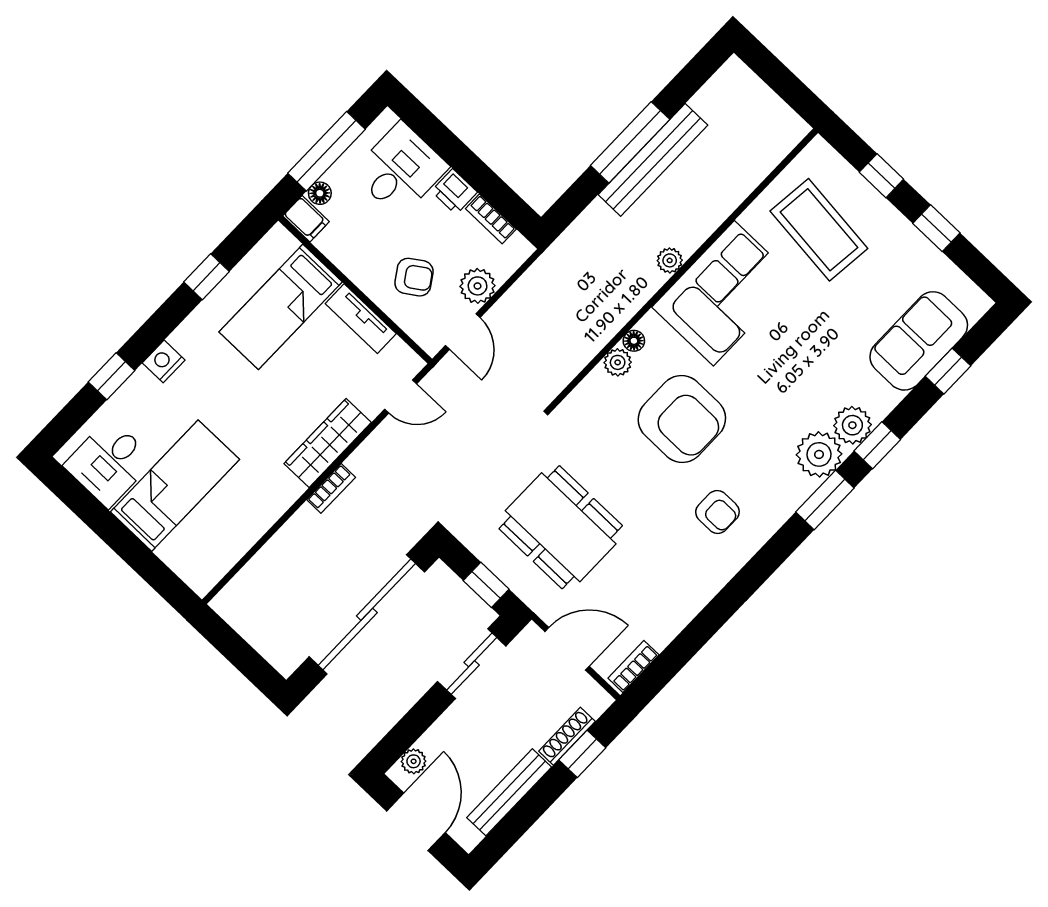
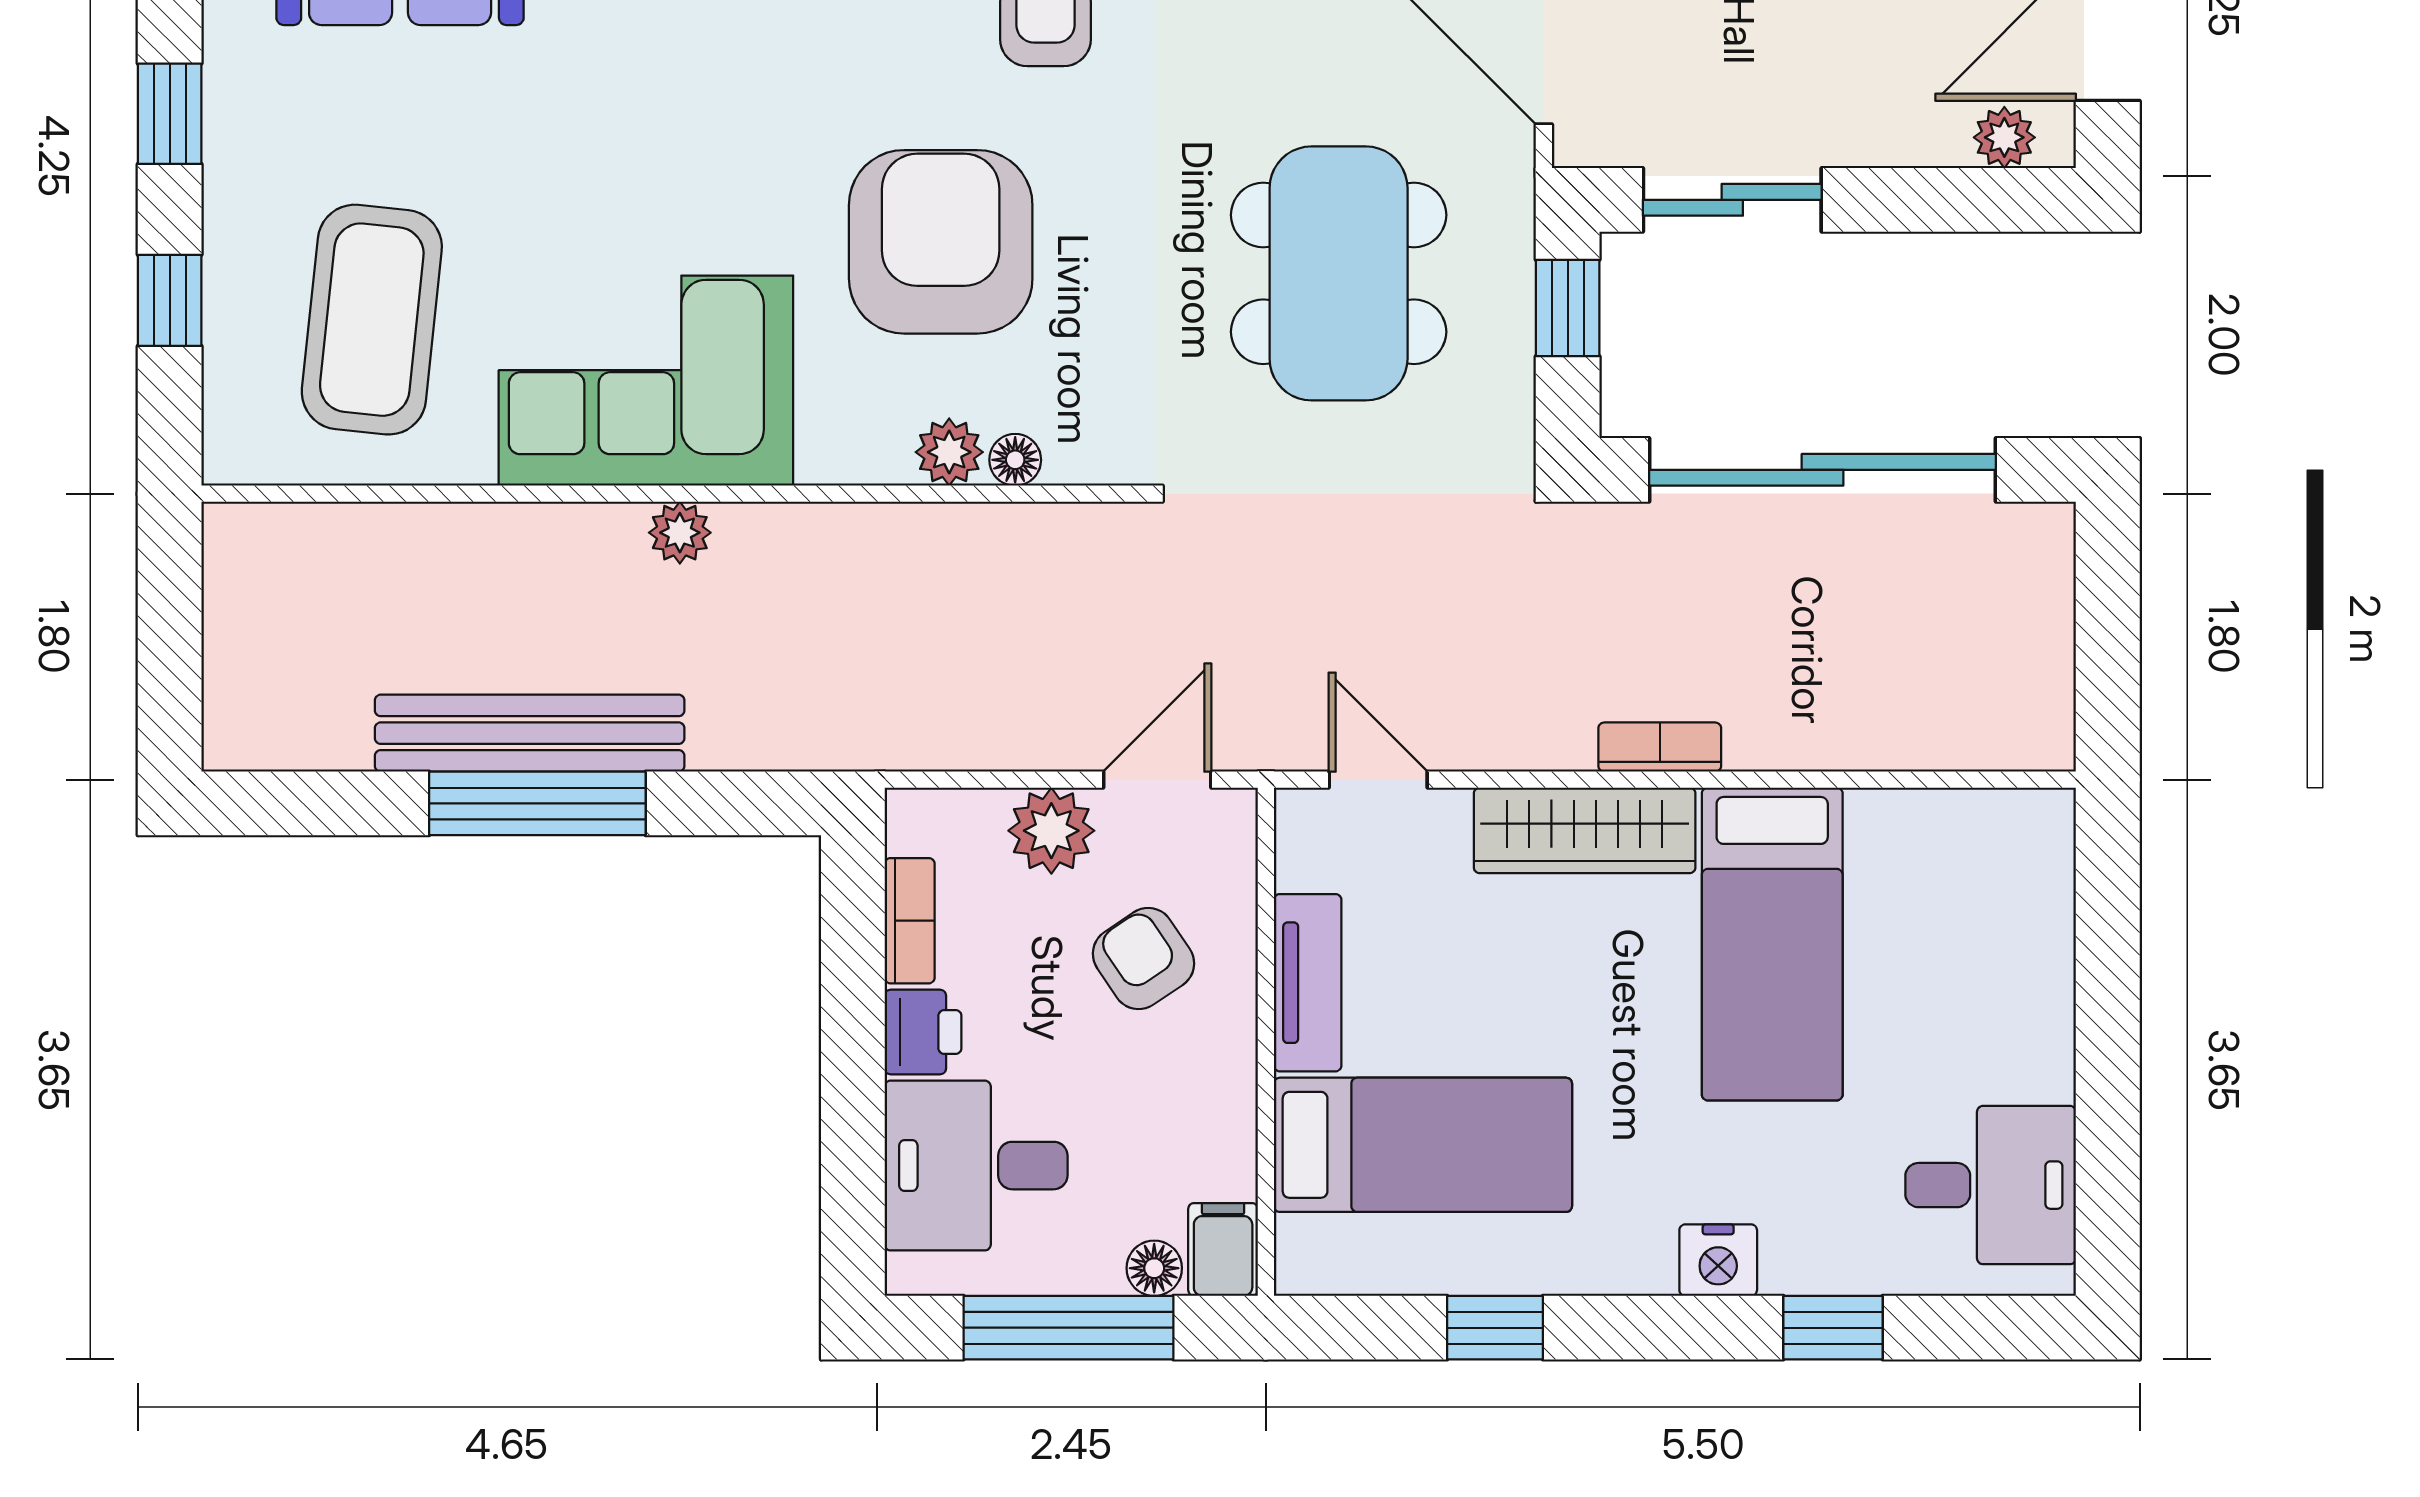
floor lamp: (634, 341) -> (1015, 460), moved
bed: (175, 486) -> (1772, 944), moved, turned -90

